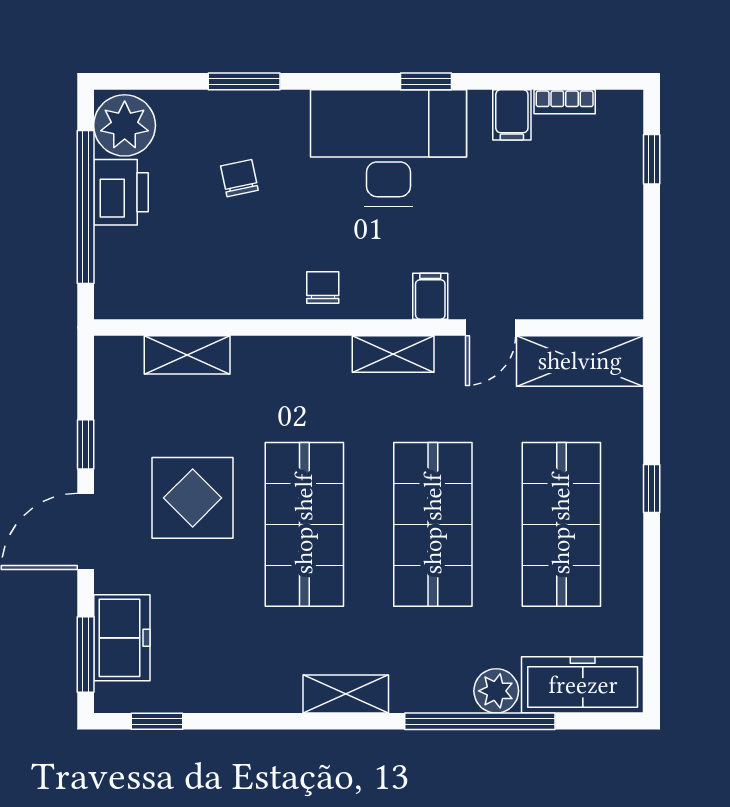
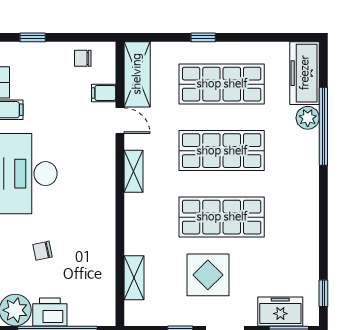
chair: (323, 288) -> (83, 58), moved
filing cabinet: (430, 296) -> (104, 93), moved
shelving: (346, 694) -> (309, 196), removed

